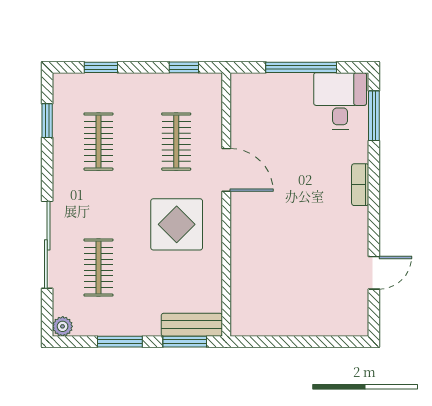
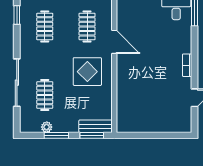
bookcase: (360, 185) -> (187, 65), moved
plant: (63, 326) -> (47, 127), moved

